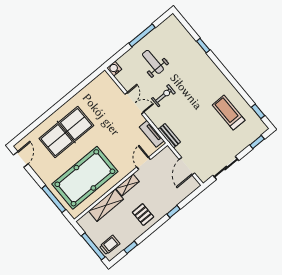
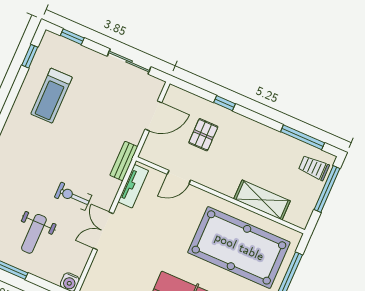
shelving: (127, 185) -> (220, 184), removed
pallet: (143, 215) -> (203, 135), moved
window: (131, 247) -> (303, 137), width x2.17

